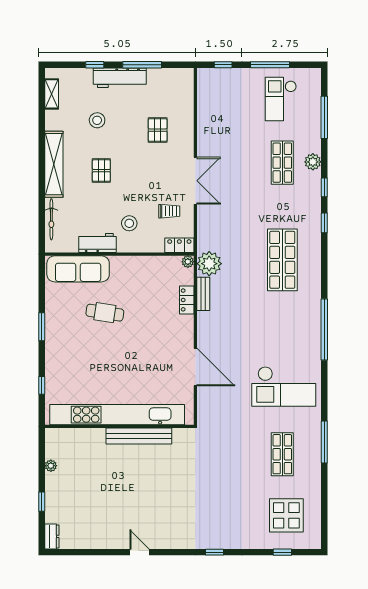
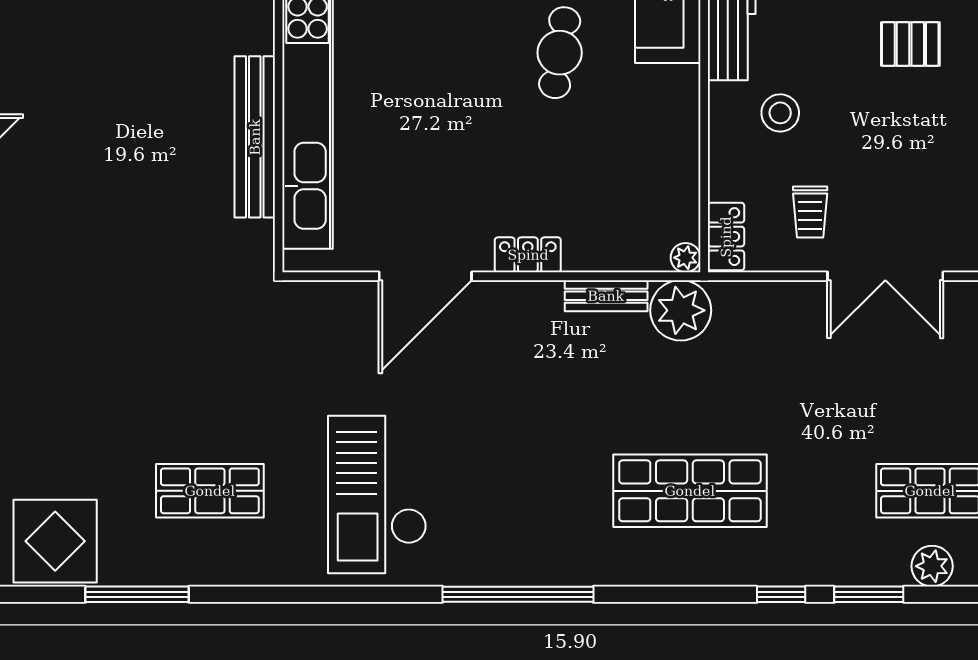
window: (324, 187) -> (869, 594), width x1.50
locker: (187, 300) -> (528, 255), moved
window: (324, 442) -> (137, 594), moved
display table: (286, 515) -> (55, 541), moved

